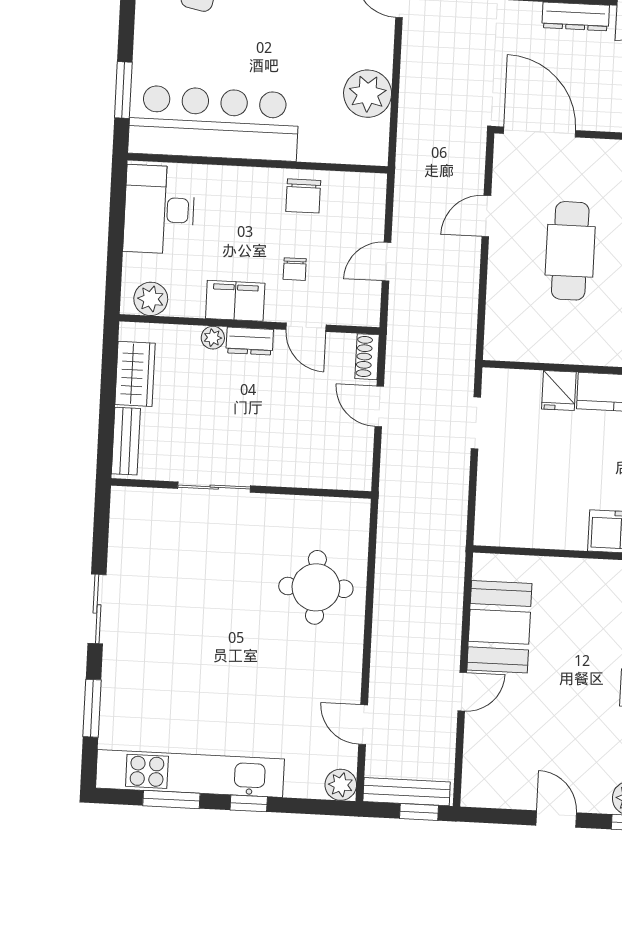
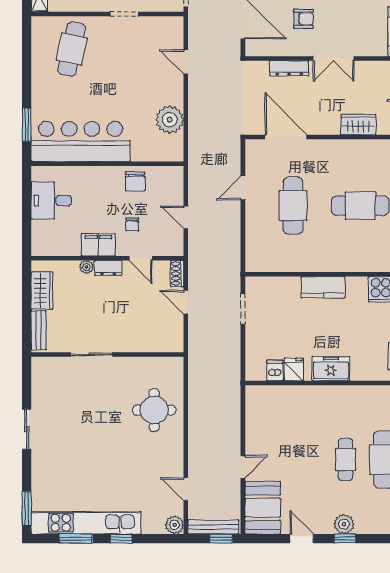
door: (540, 132) -> (286, 137), moved
desk: (159, 209) -> (51, 201), width x0.73
door: (387, 262) -> (186, 217), hinge flipped
plant: (151, 299) -> (49, 246), removed
fridge: (559, 391) -> (294, 369), moved, turned 180
dishwasher: (525, 530) -> (275, 370), added
booth: (499, 627) -> (263, 508), moved
window: (92, 708) -> (27, 509), moved

